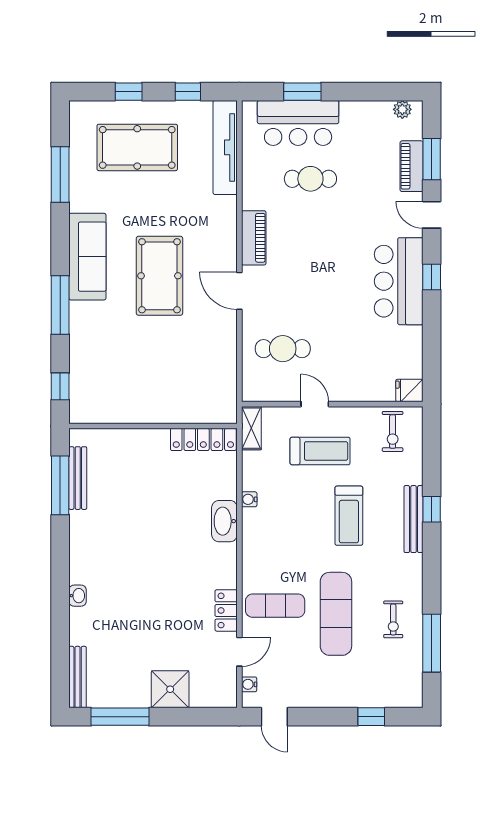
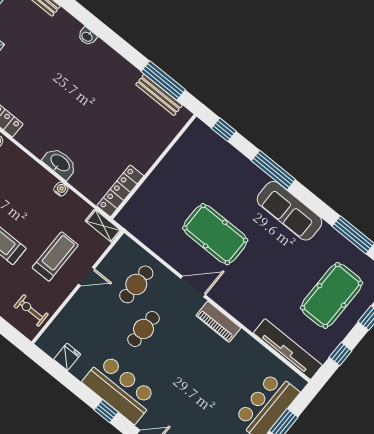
cafe table: (310, 179) -> (143, 329), moved
pool table: (159, 276) -> (215, 234), moved
fridge: (409, 391) -> (67, 357), moved
treadmill: (320, 451) -> (55, 256), turned 180

